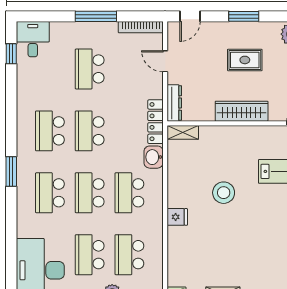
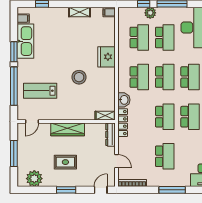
window: (96, 16) -> (172, 190), moved
fridge: (177, 217) -> (107, 57), width x1.88, depth x1.34

